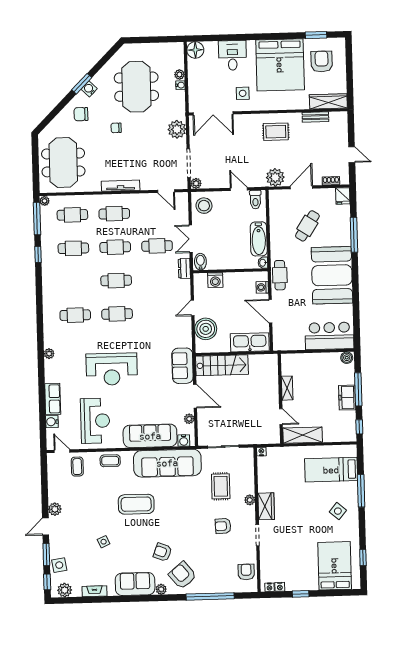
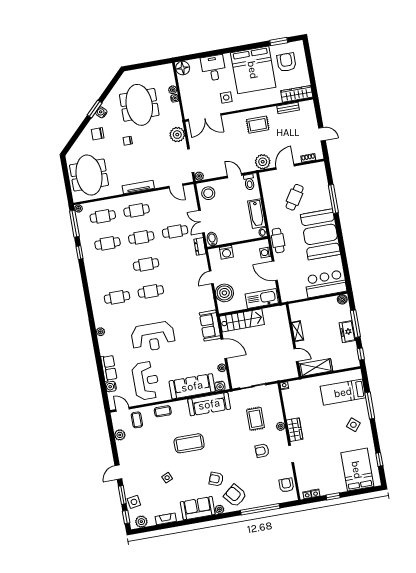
fridge: (343, 196) -> (320, 169), removed
sofa: (167, 463) -> (209, 404), width x0.74, depth x0.79
plant: (55, 509) -> (120, 435), moved

